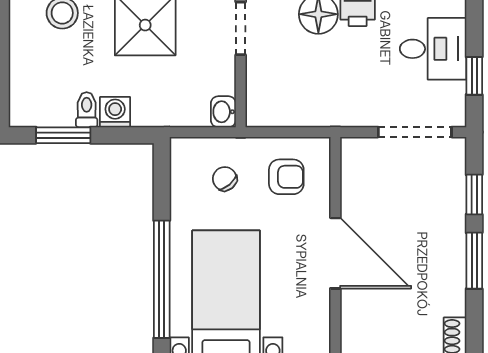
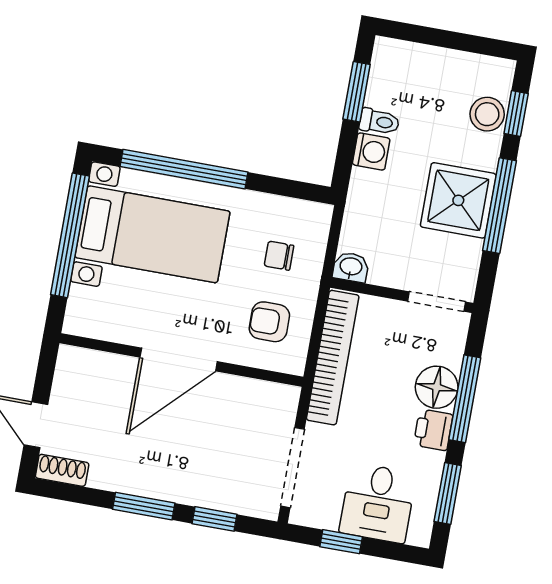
bookcase: (308, 113) -> (333, 358), added
armchair: (286, 177) -> (269, 322), turned 90
chair: (225, 179) -> (279, 256), turned -140

